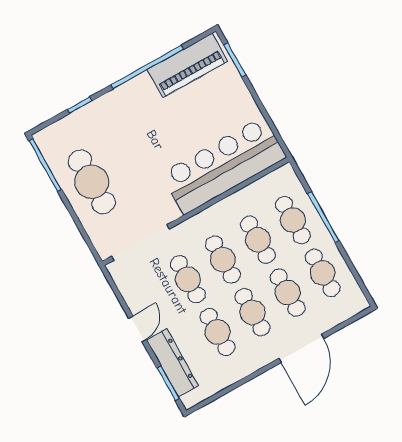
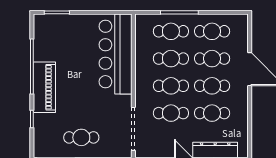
piano: (187, 65) -> (44, 87), moved
cafe table: (92, 182) -> (81, 137), width x0.73, depth x0.74

